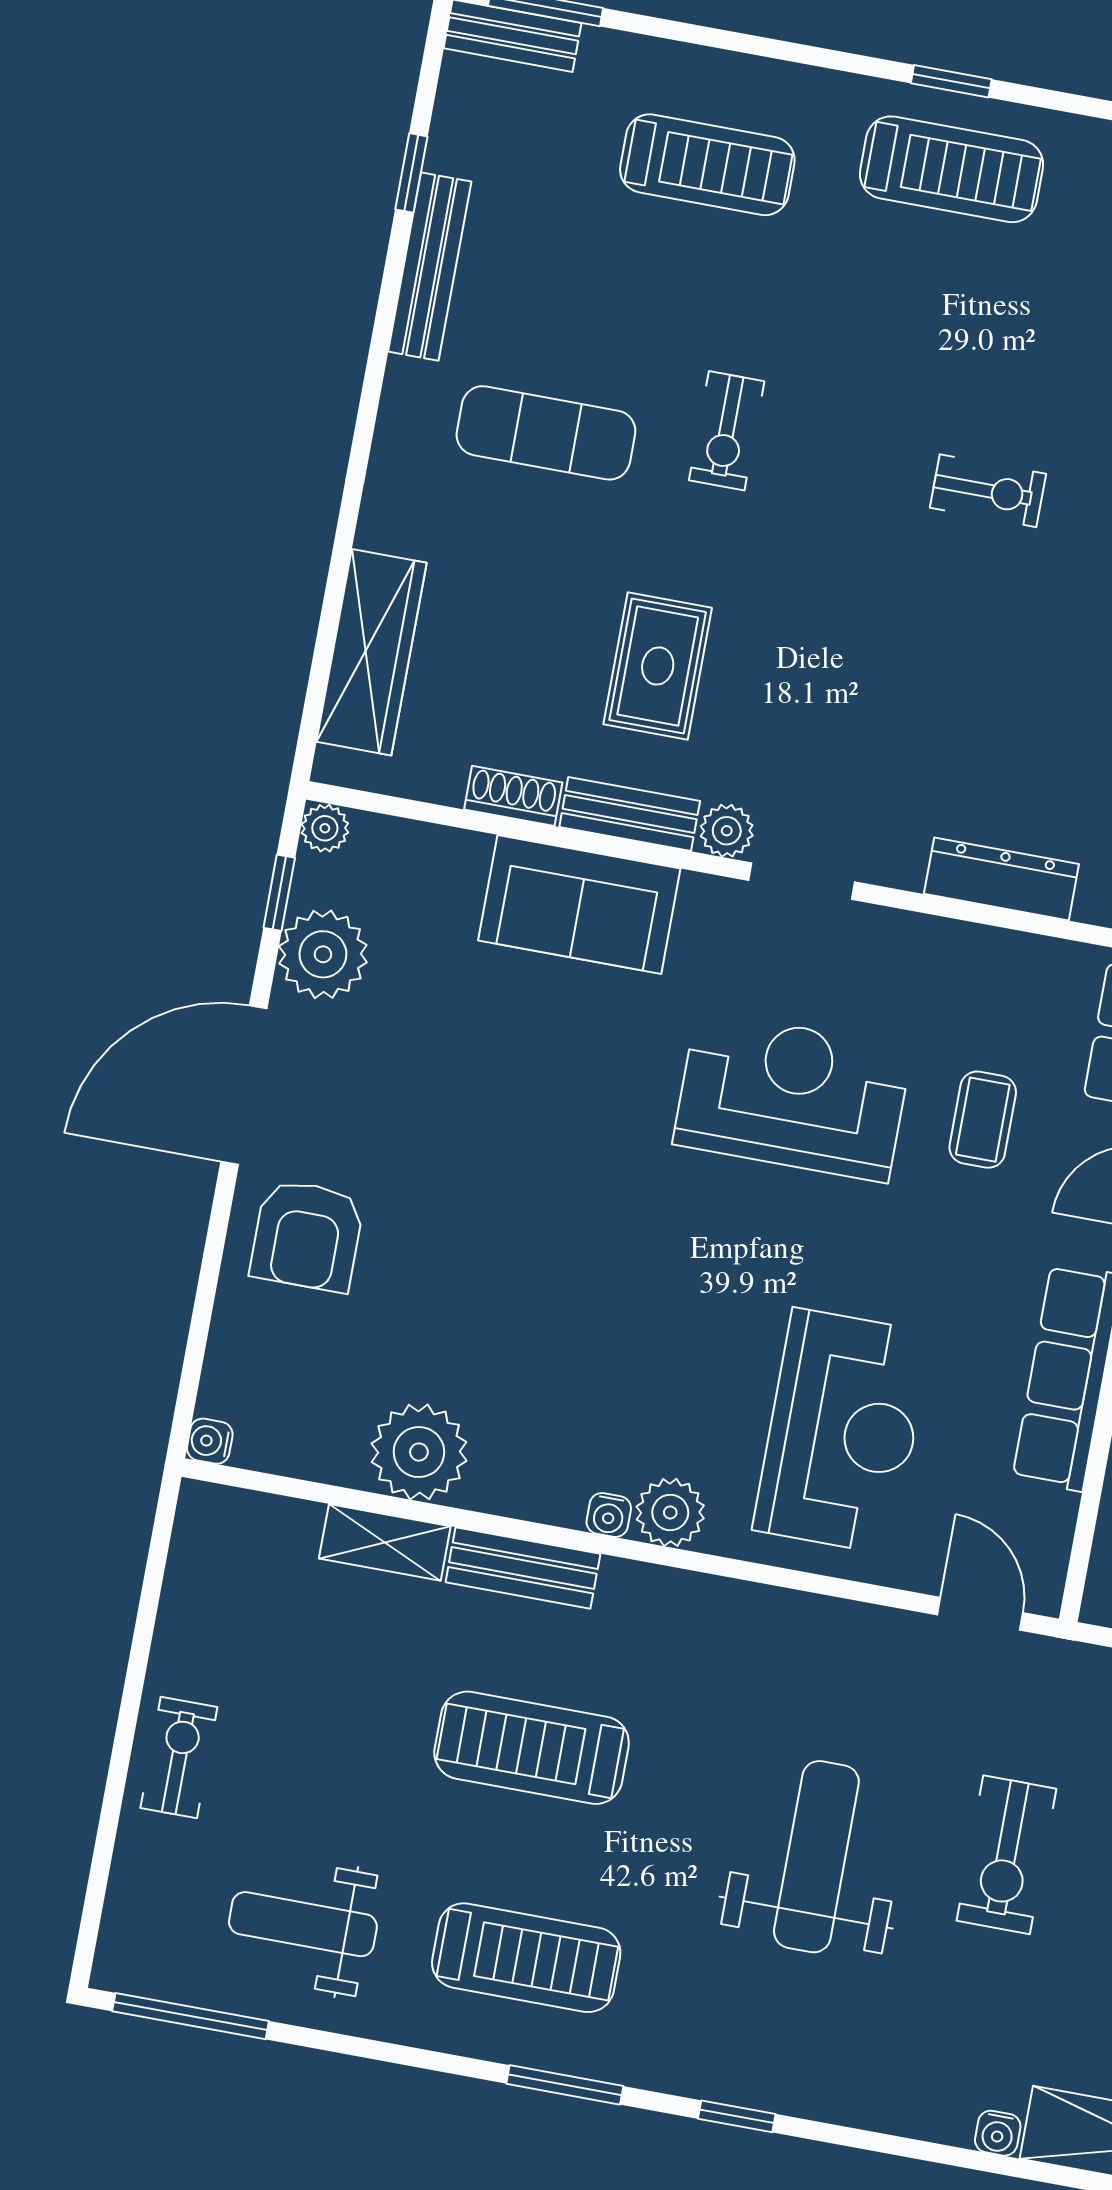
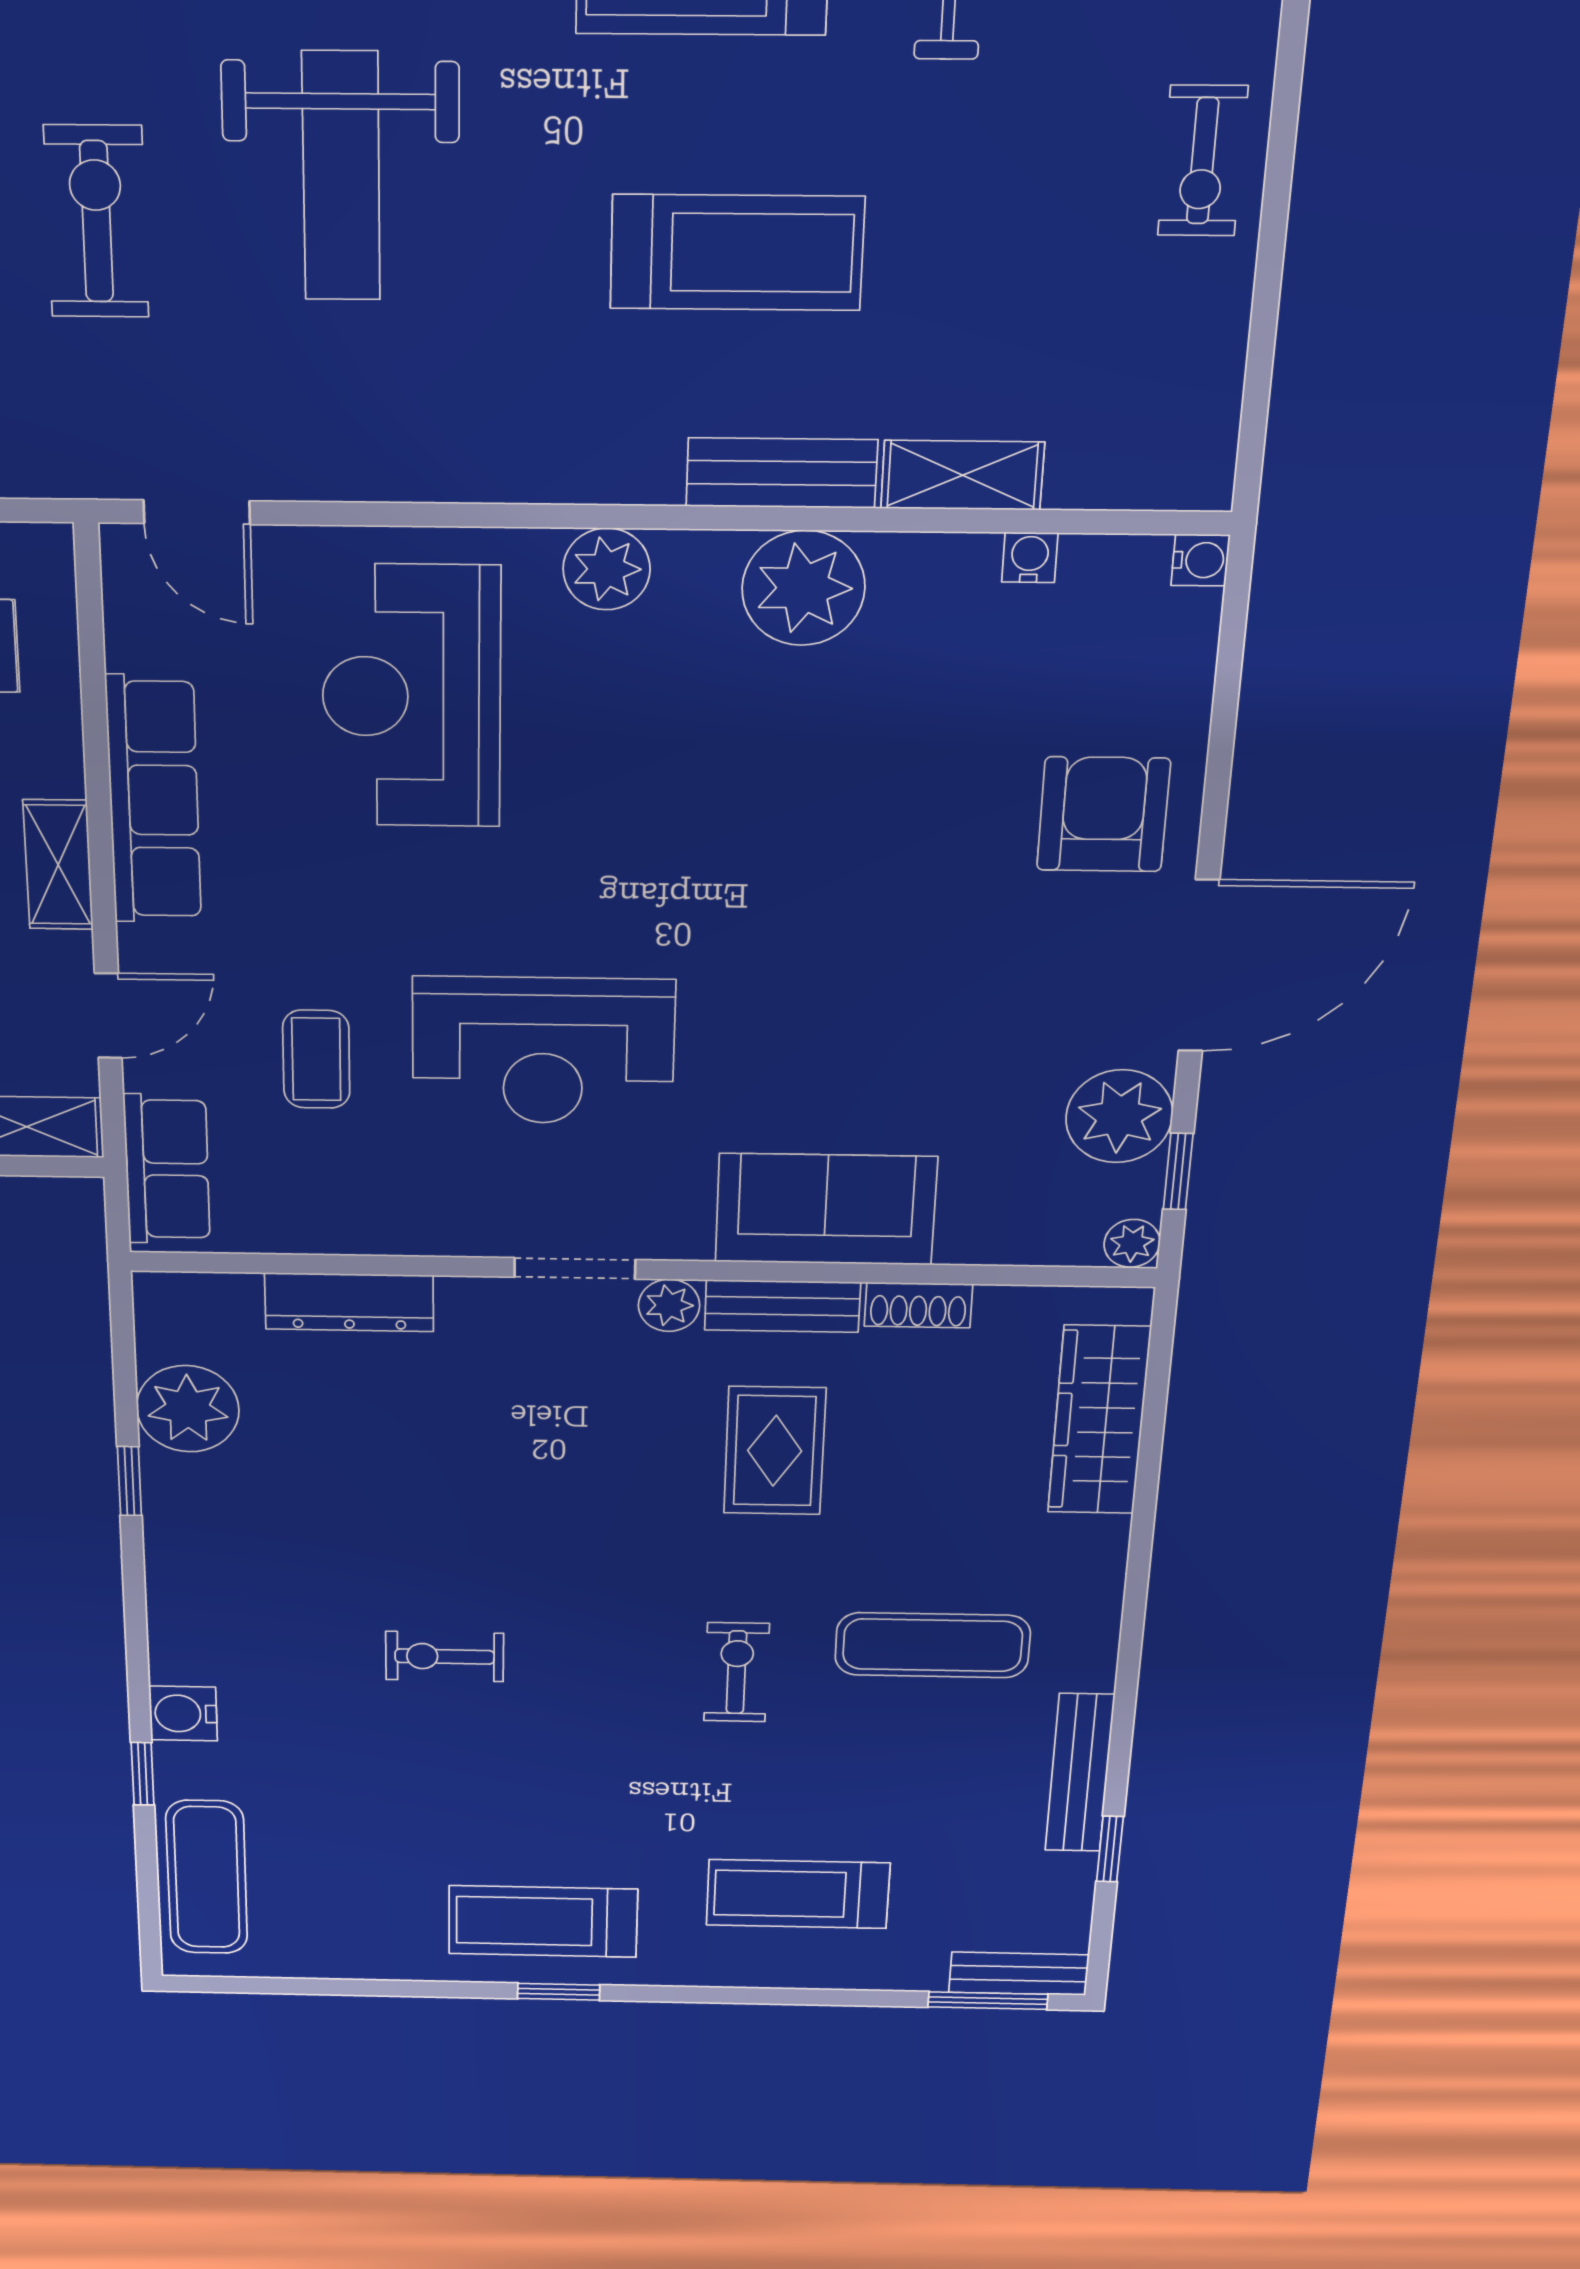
plant: (419, 1452) -> (803, 588), moved
water cooler: (609, 1515) -> (1030, 558), moved

